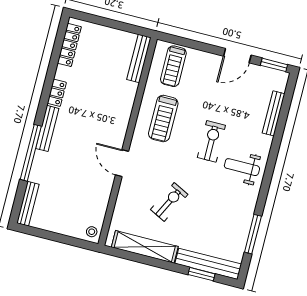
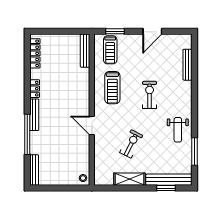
window: (274, 65) -> (115, 31), moved
weight bench: (242, 167) -> (178, 130), moved, turned -90
shelving: (145, 247) -> (129, 179), width x0.68

